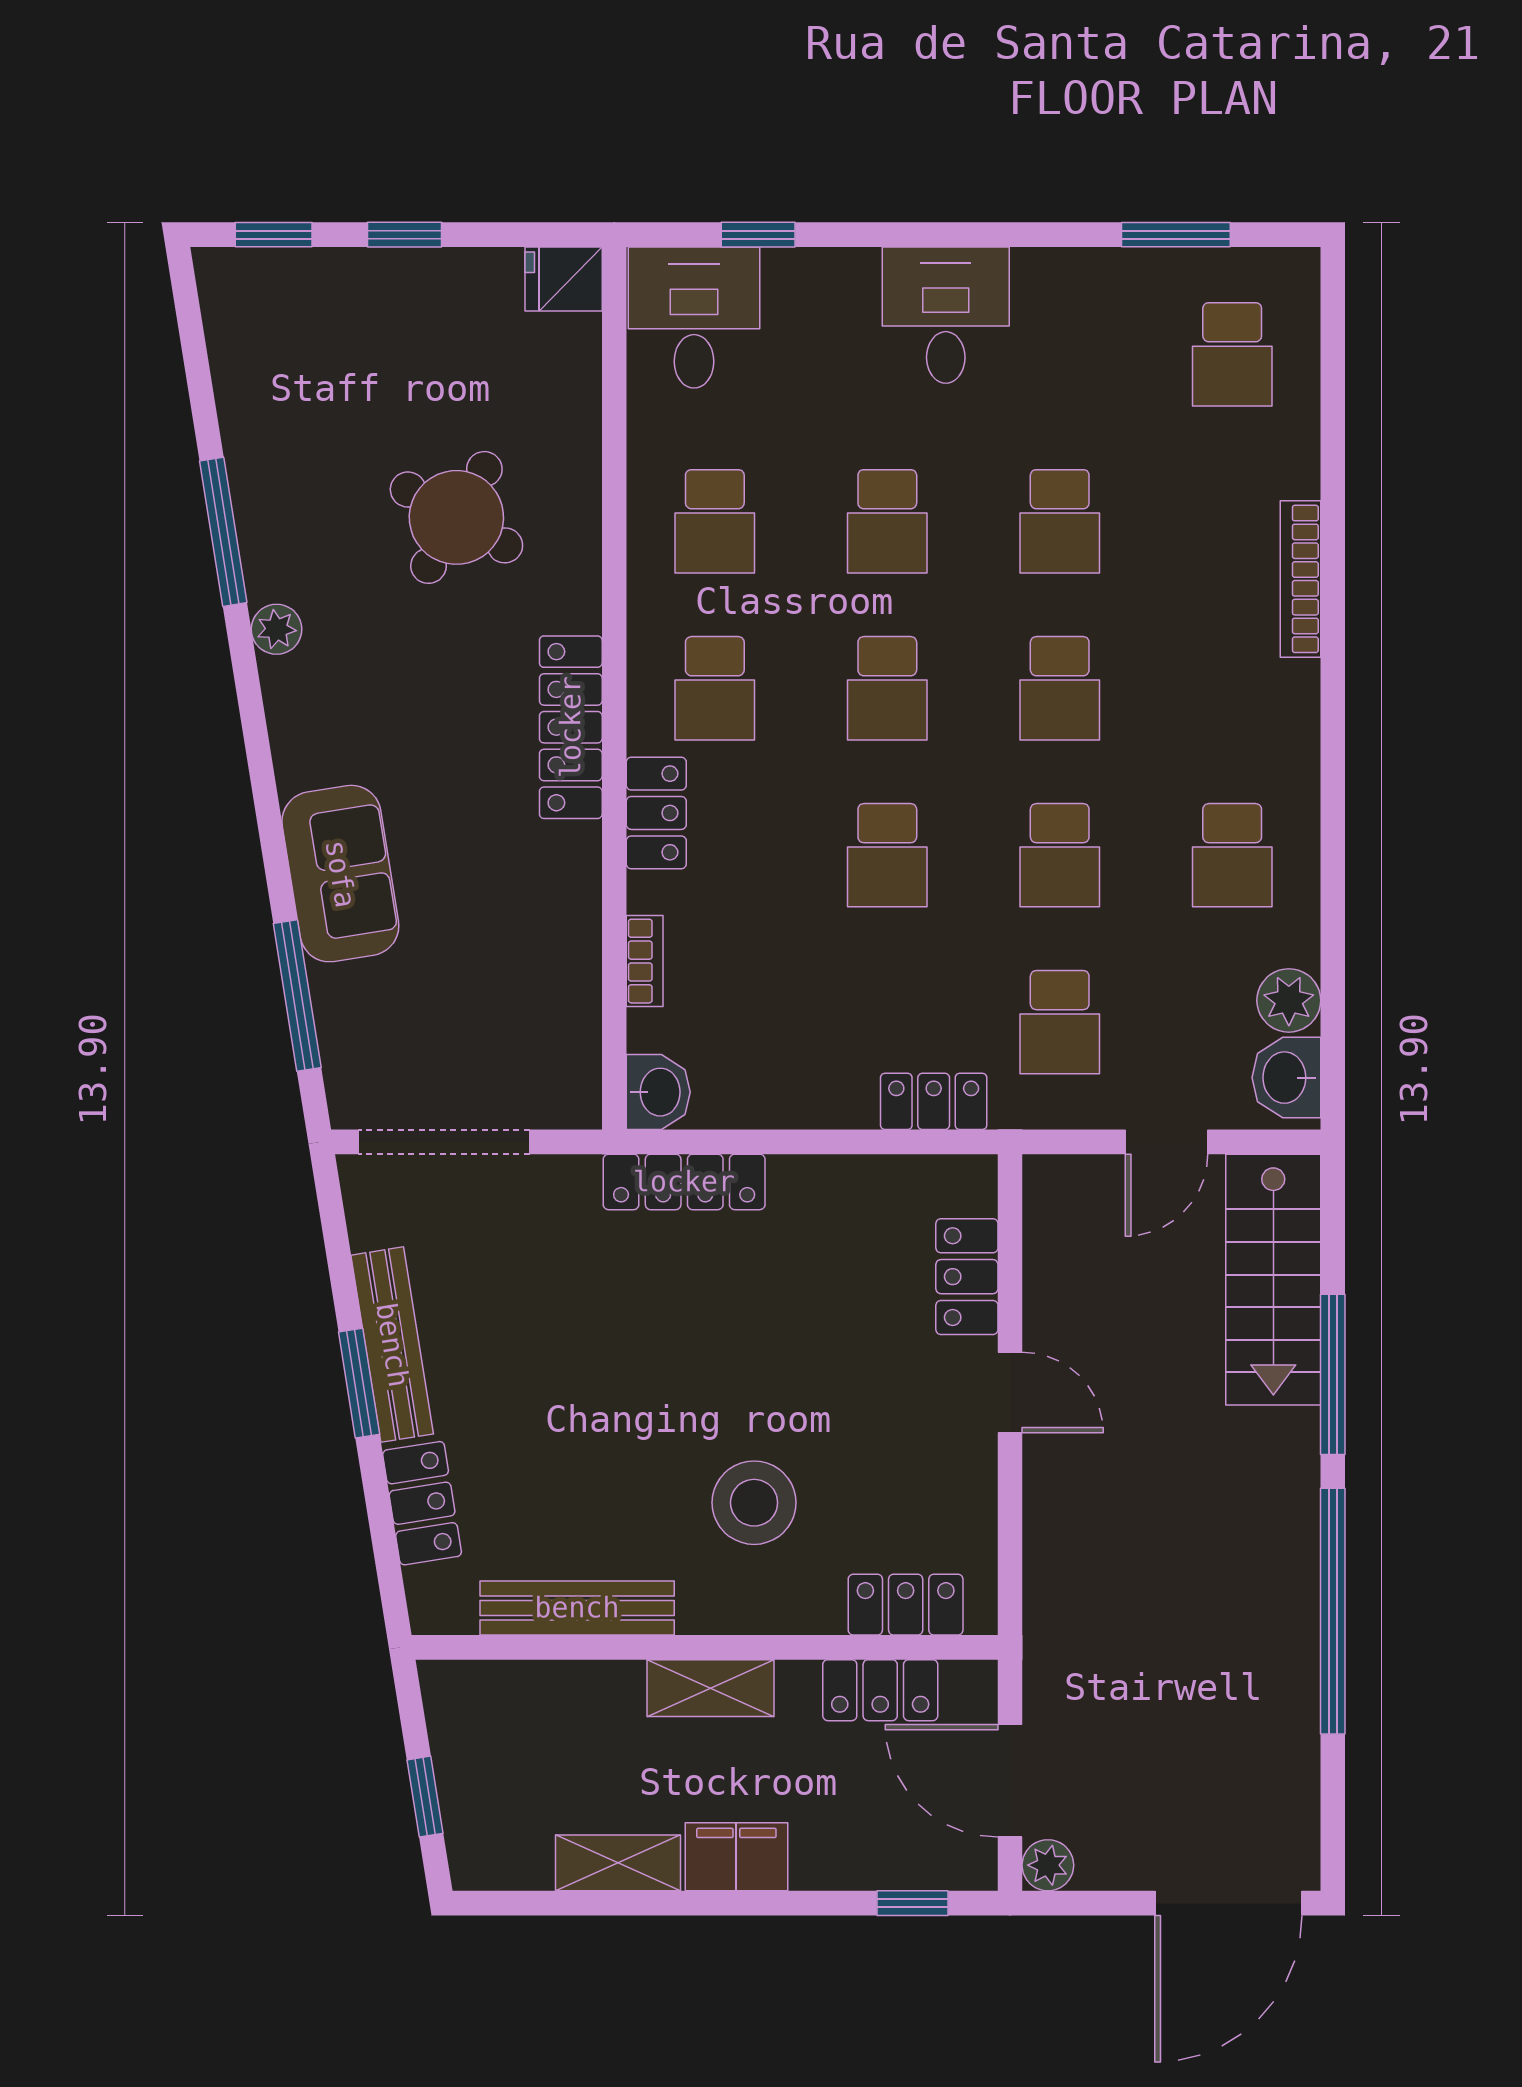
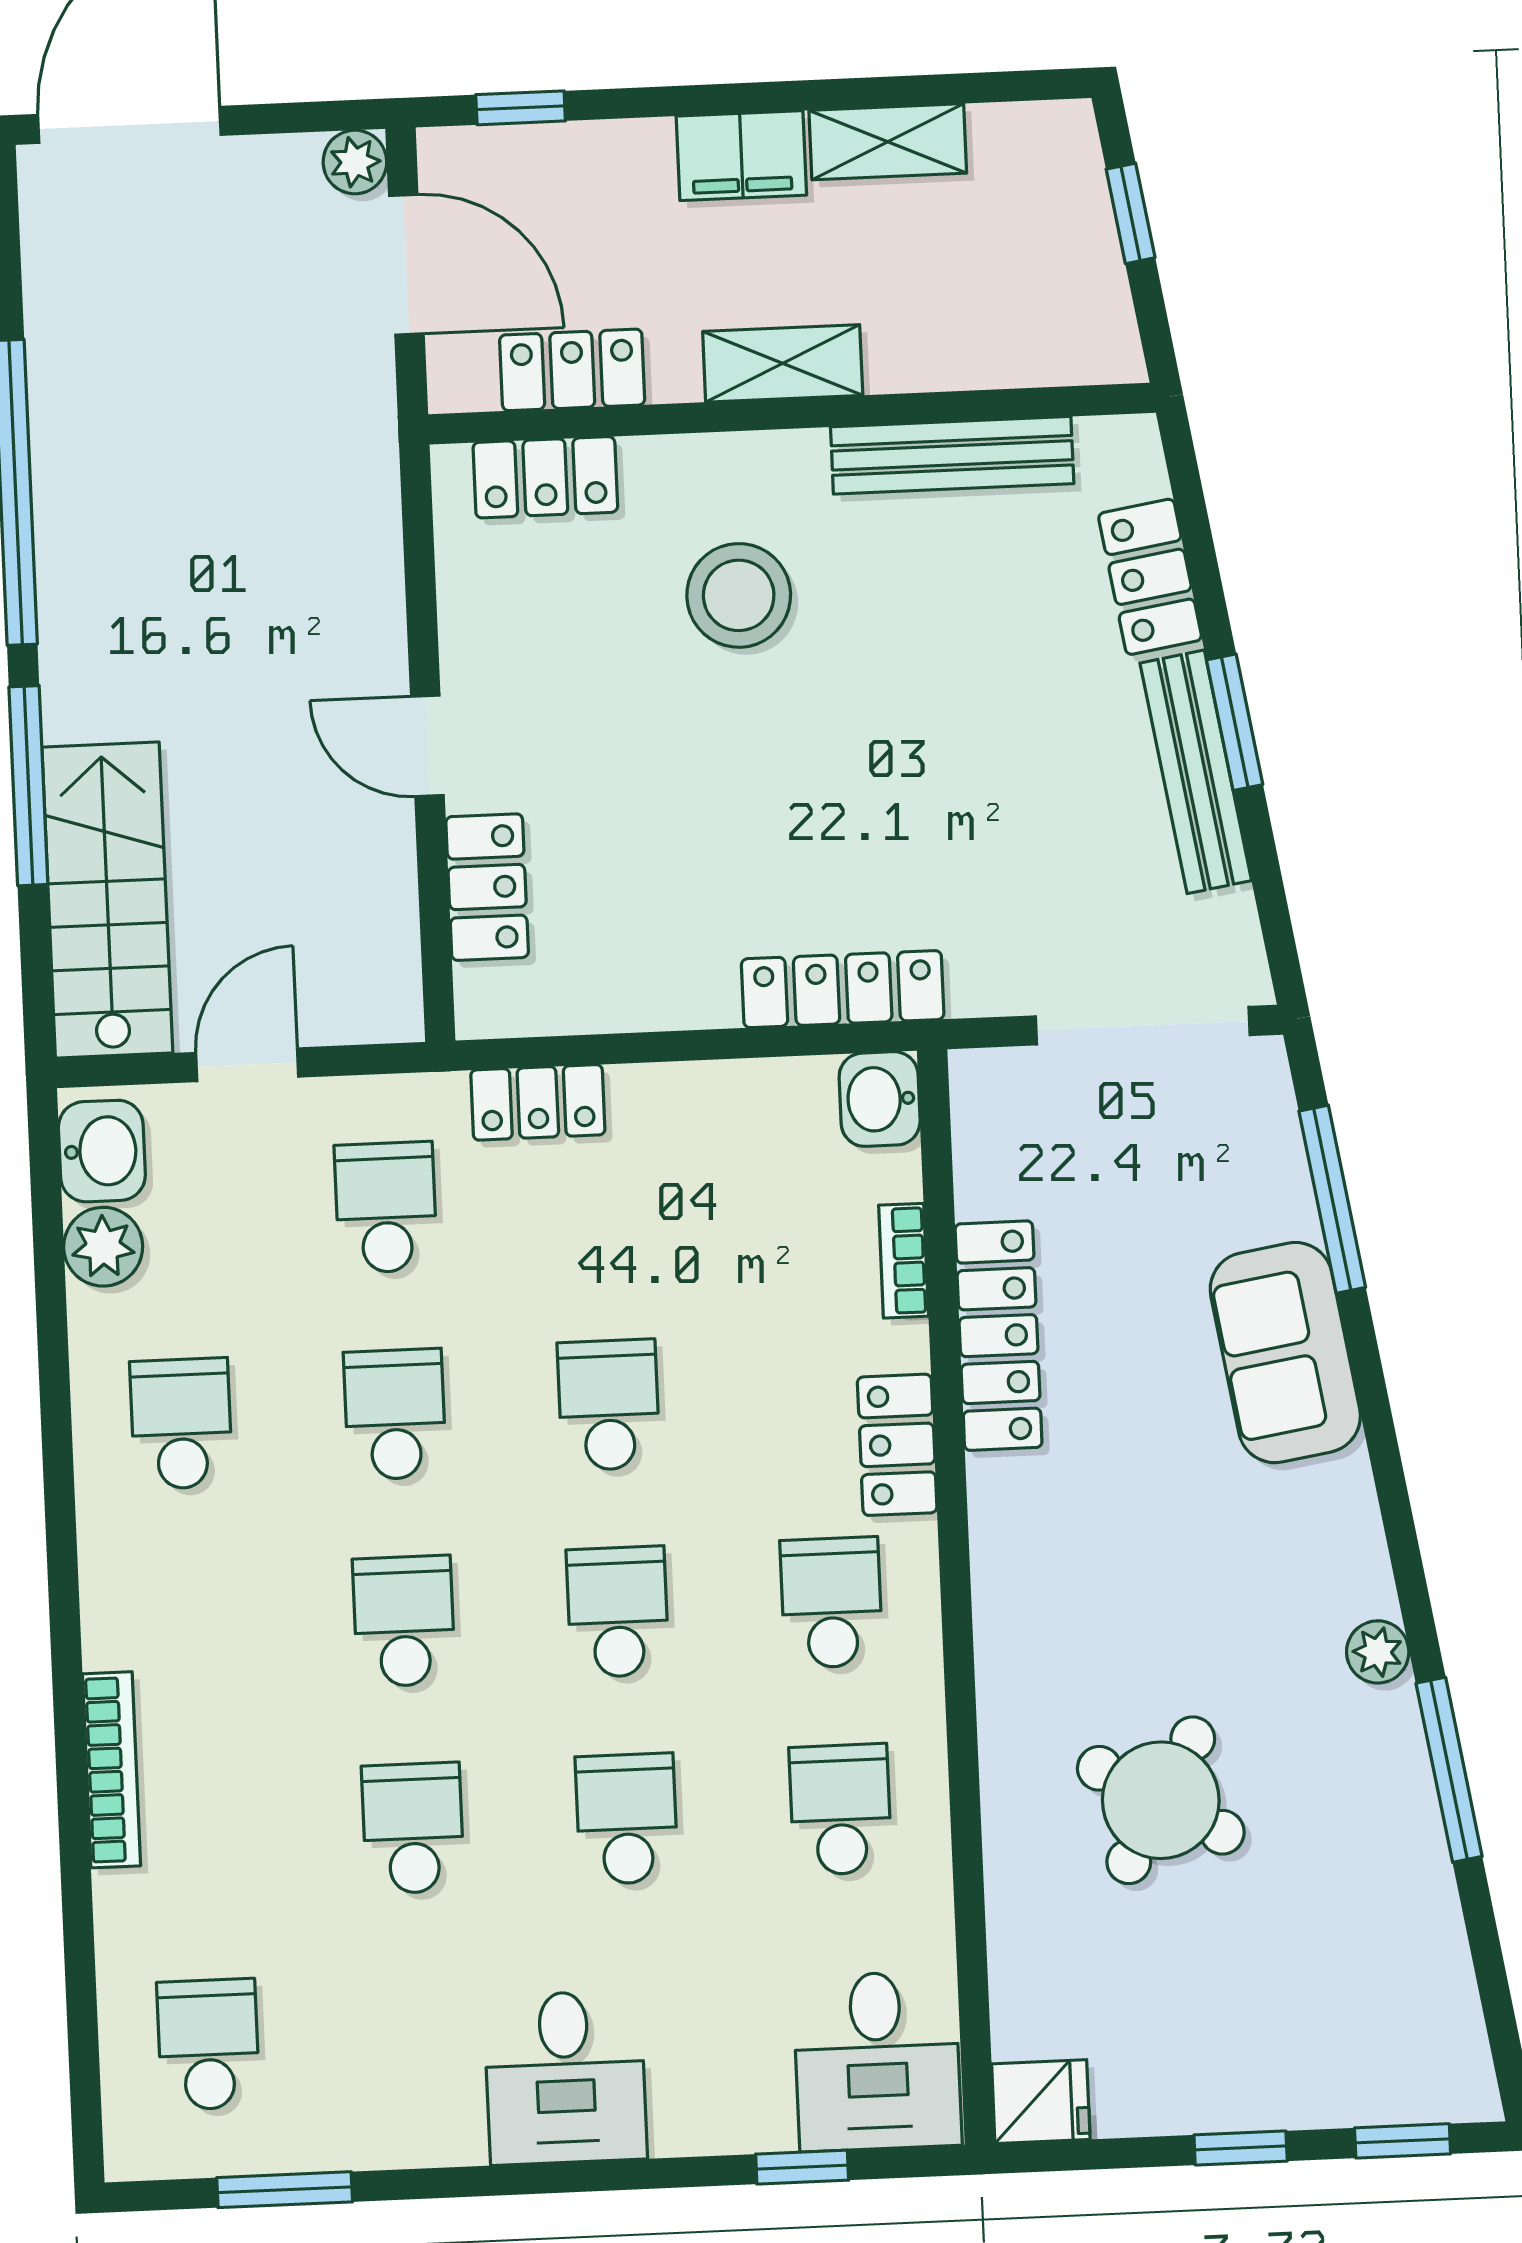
locker: (571, 727) -> (999, 1336), moved

